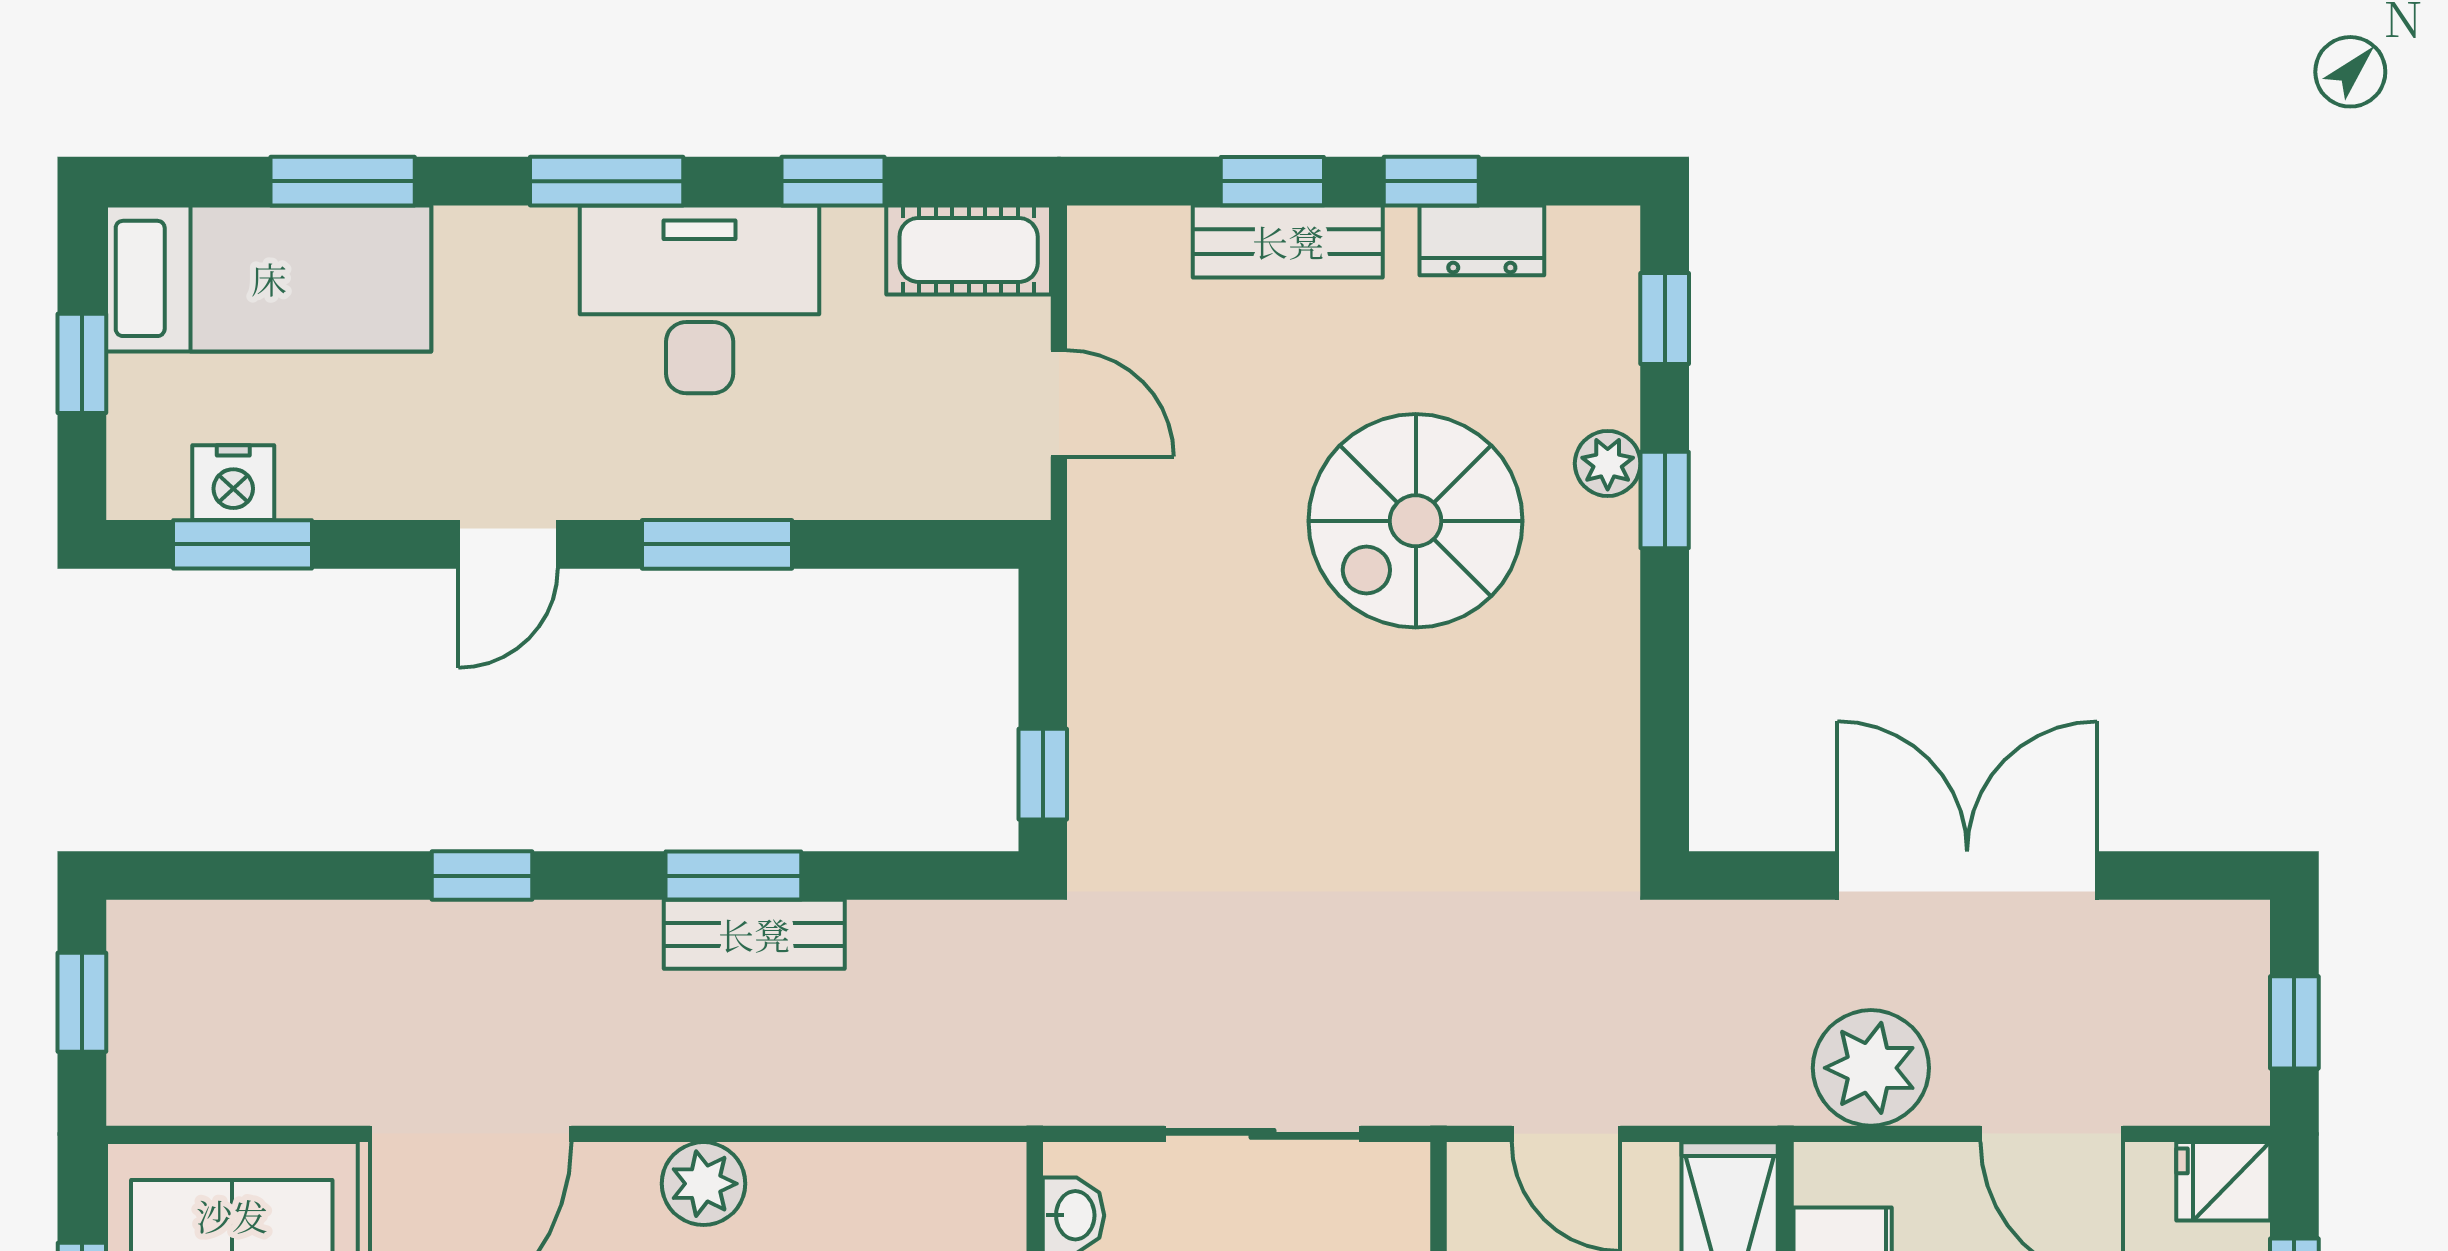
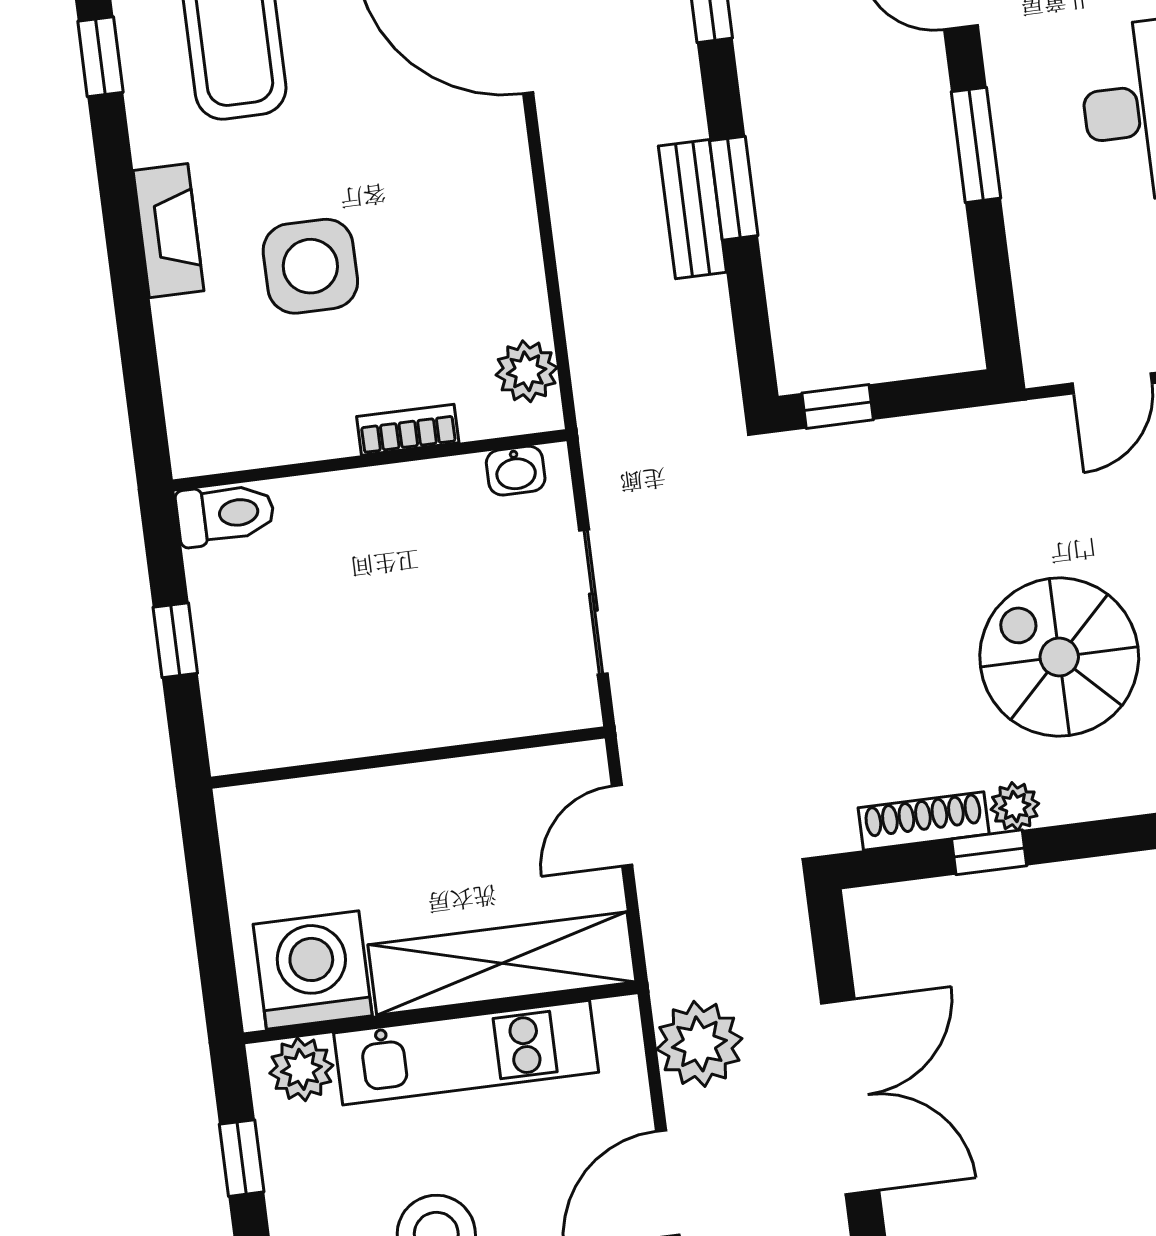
plant: (1608, 463) -> (1015, 806), moved
window: (1665, 500) -> (989, 852), moved
shoe rack: (1611, 730) -> (924, 821), added
plant: (704, 1184) -> (527, 371), moved

